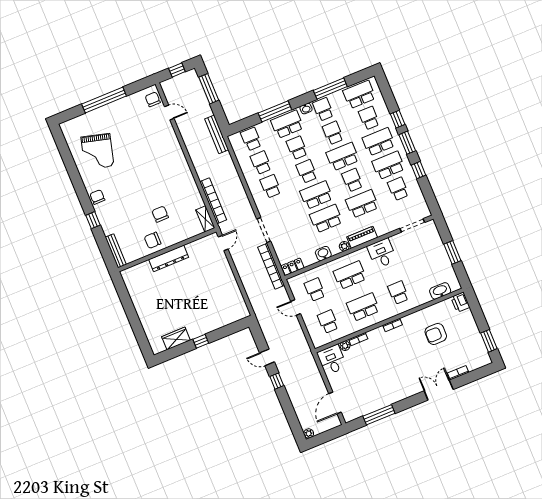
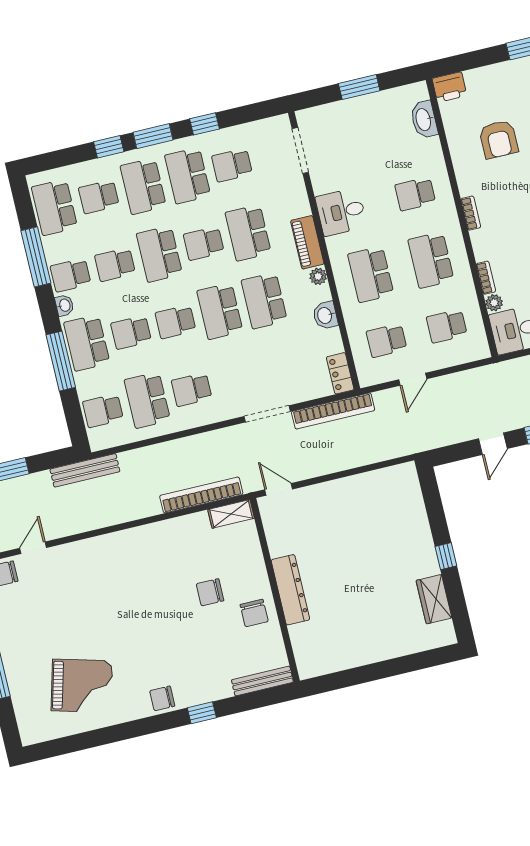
school desk: (261, 163) -> (147, 400), width x1.85

